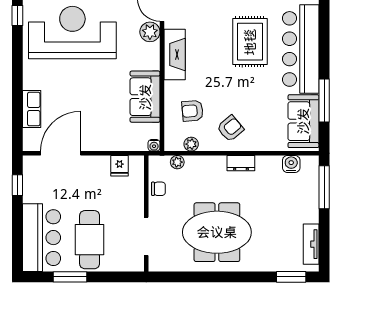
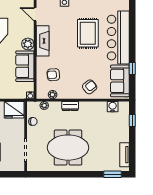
plant: (150, 32) -> (28, 44), moved
window: (324, 101) -> (132, 69), width x0.46
armchair: (230, 128) -> (90, 87), moved
dresser: (241, 163) -> (70, 106), moved
fridge: (120, 166) -> (14, 110), width x1.88, depth x1.34
window: (324, 187) -> (132, 121), width x0.46

